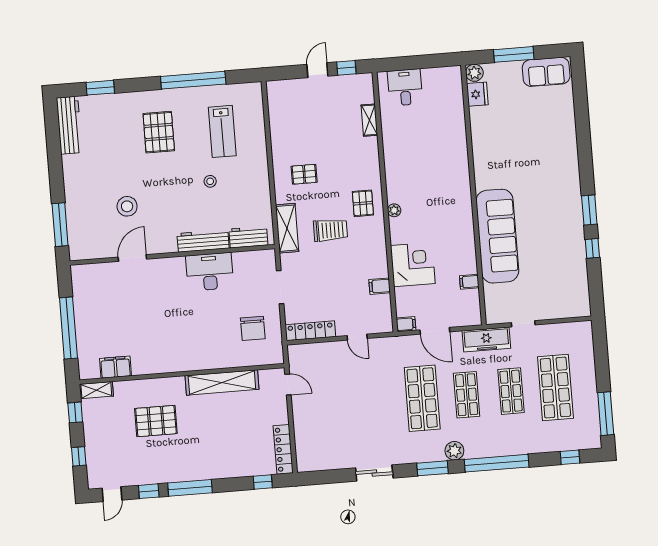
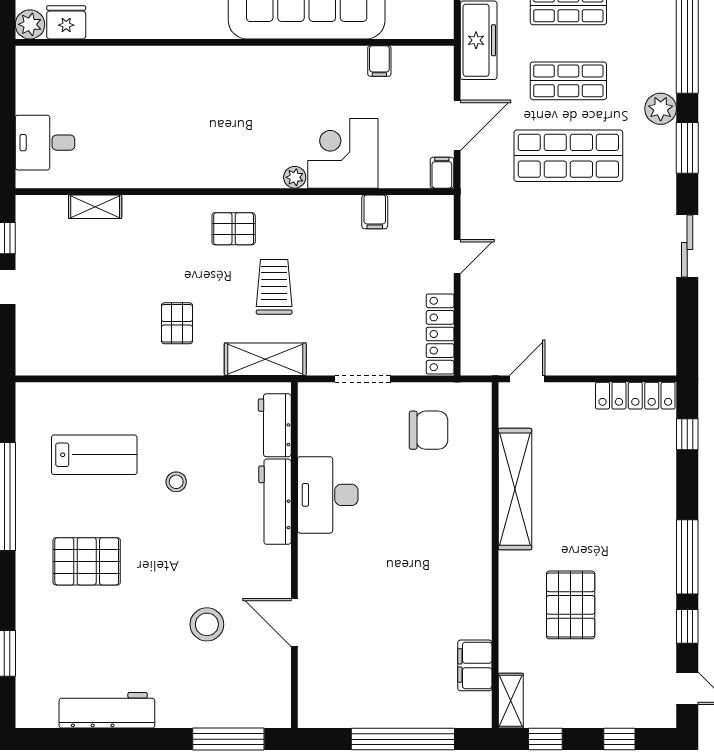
workbench: (69, 125) -> (107, 710), moved
plant: (394, 210) -> (295, 177), moved

